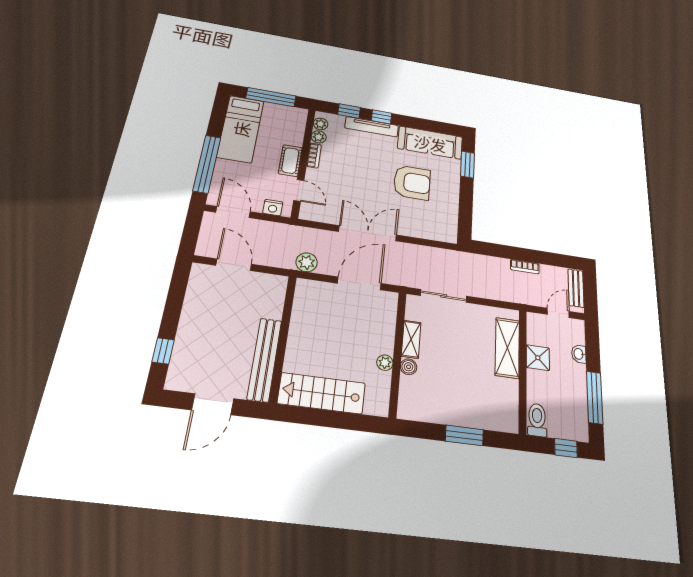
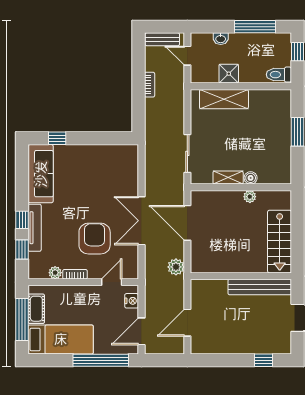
plant: (321, 124) -> (41, 273), removed
cot: (290, 161) -> (36, 309), moved, turned 90
window: (467, 165) -> (57, 138), width x0.67
armchair: (412, 183) -> (95, 239), moved

